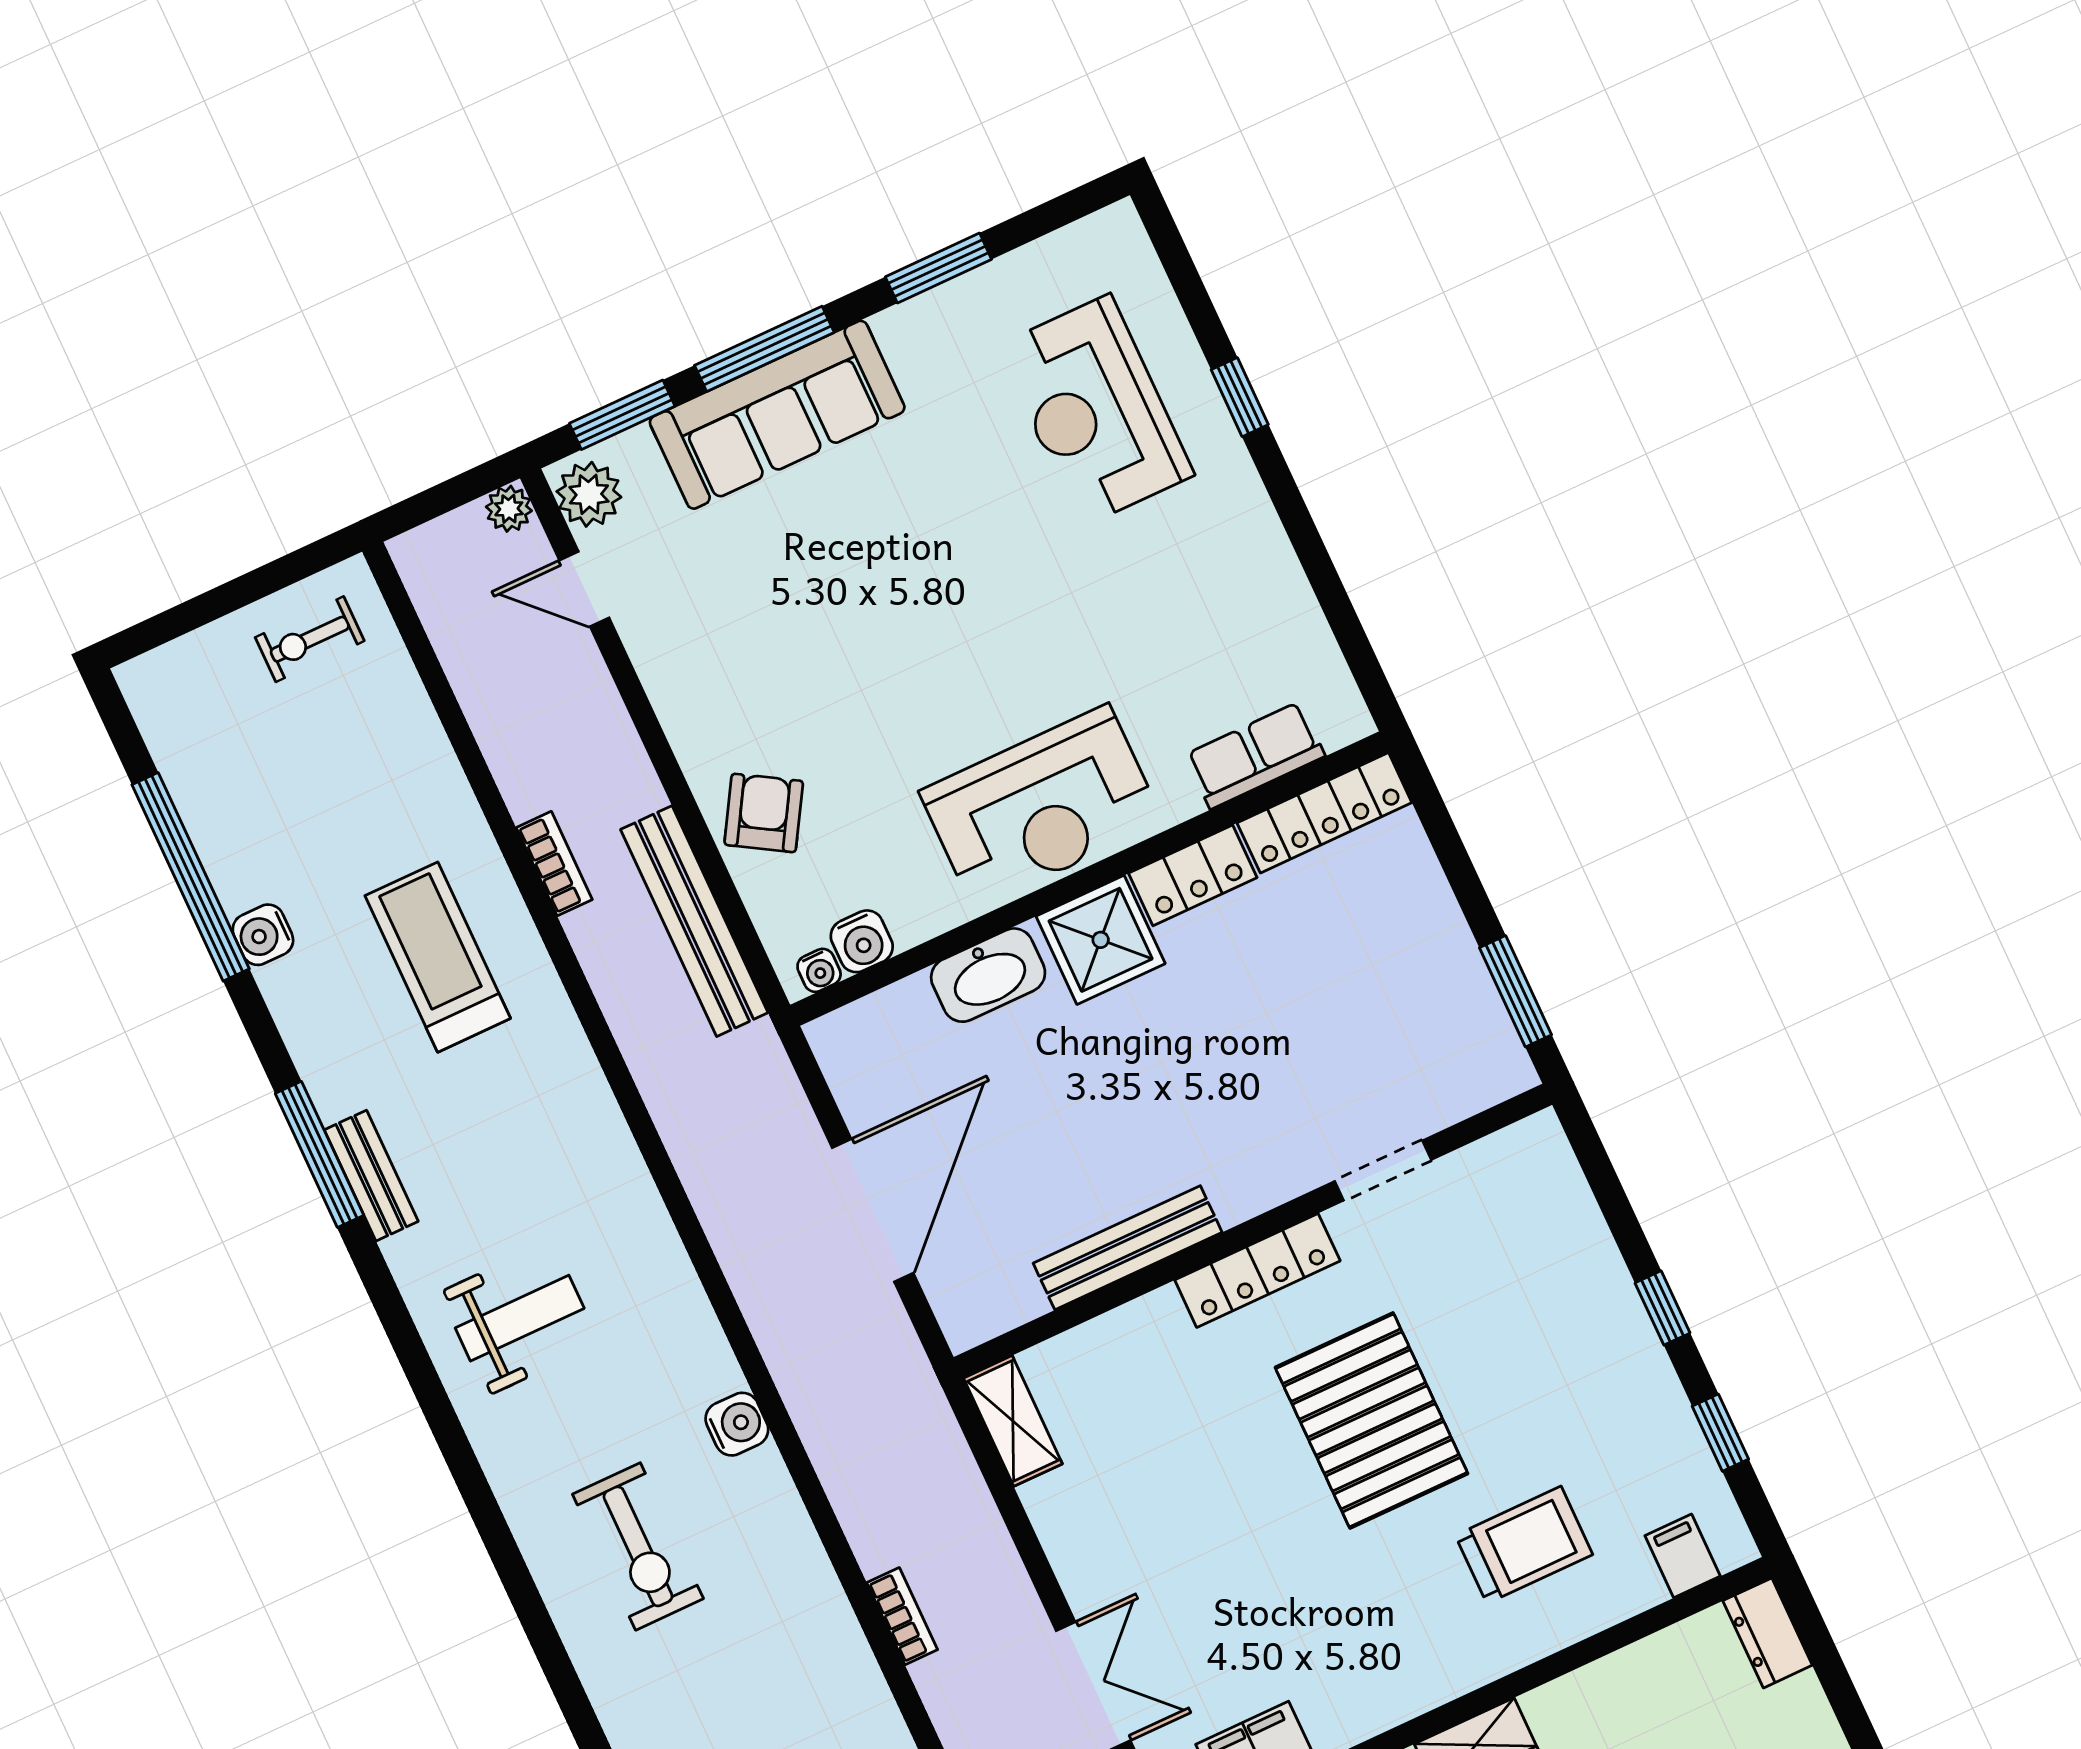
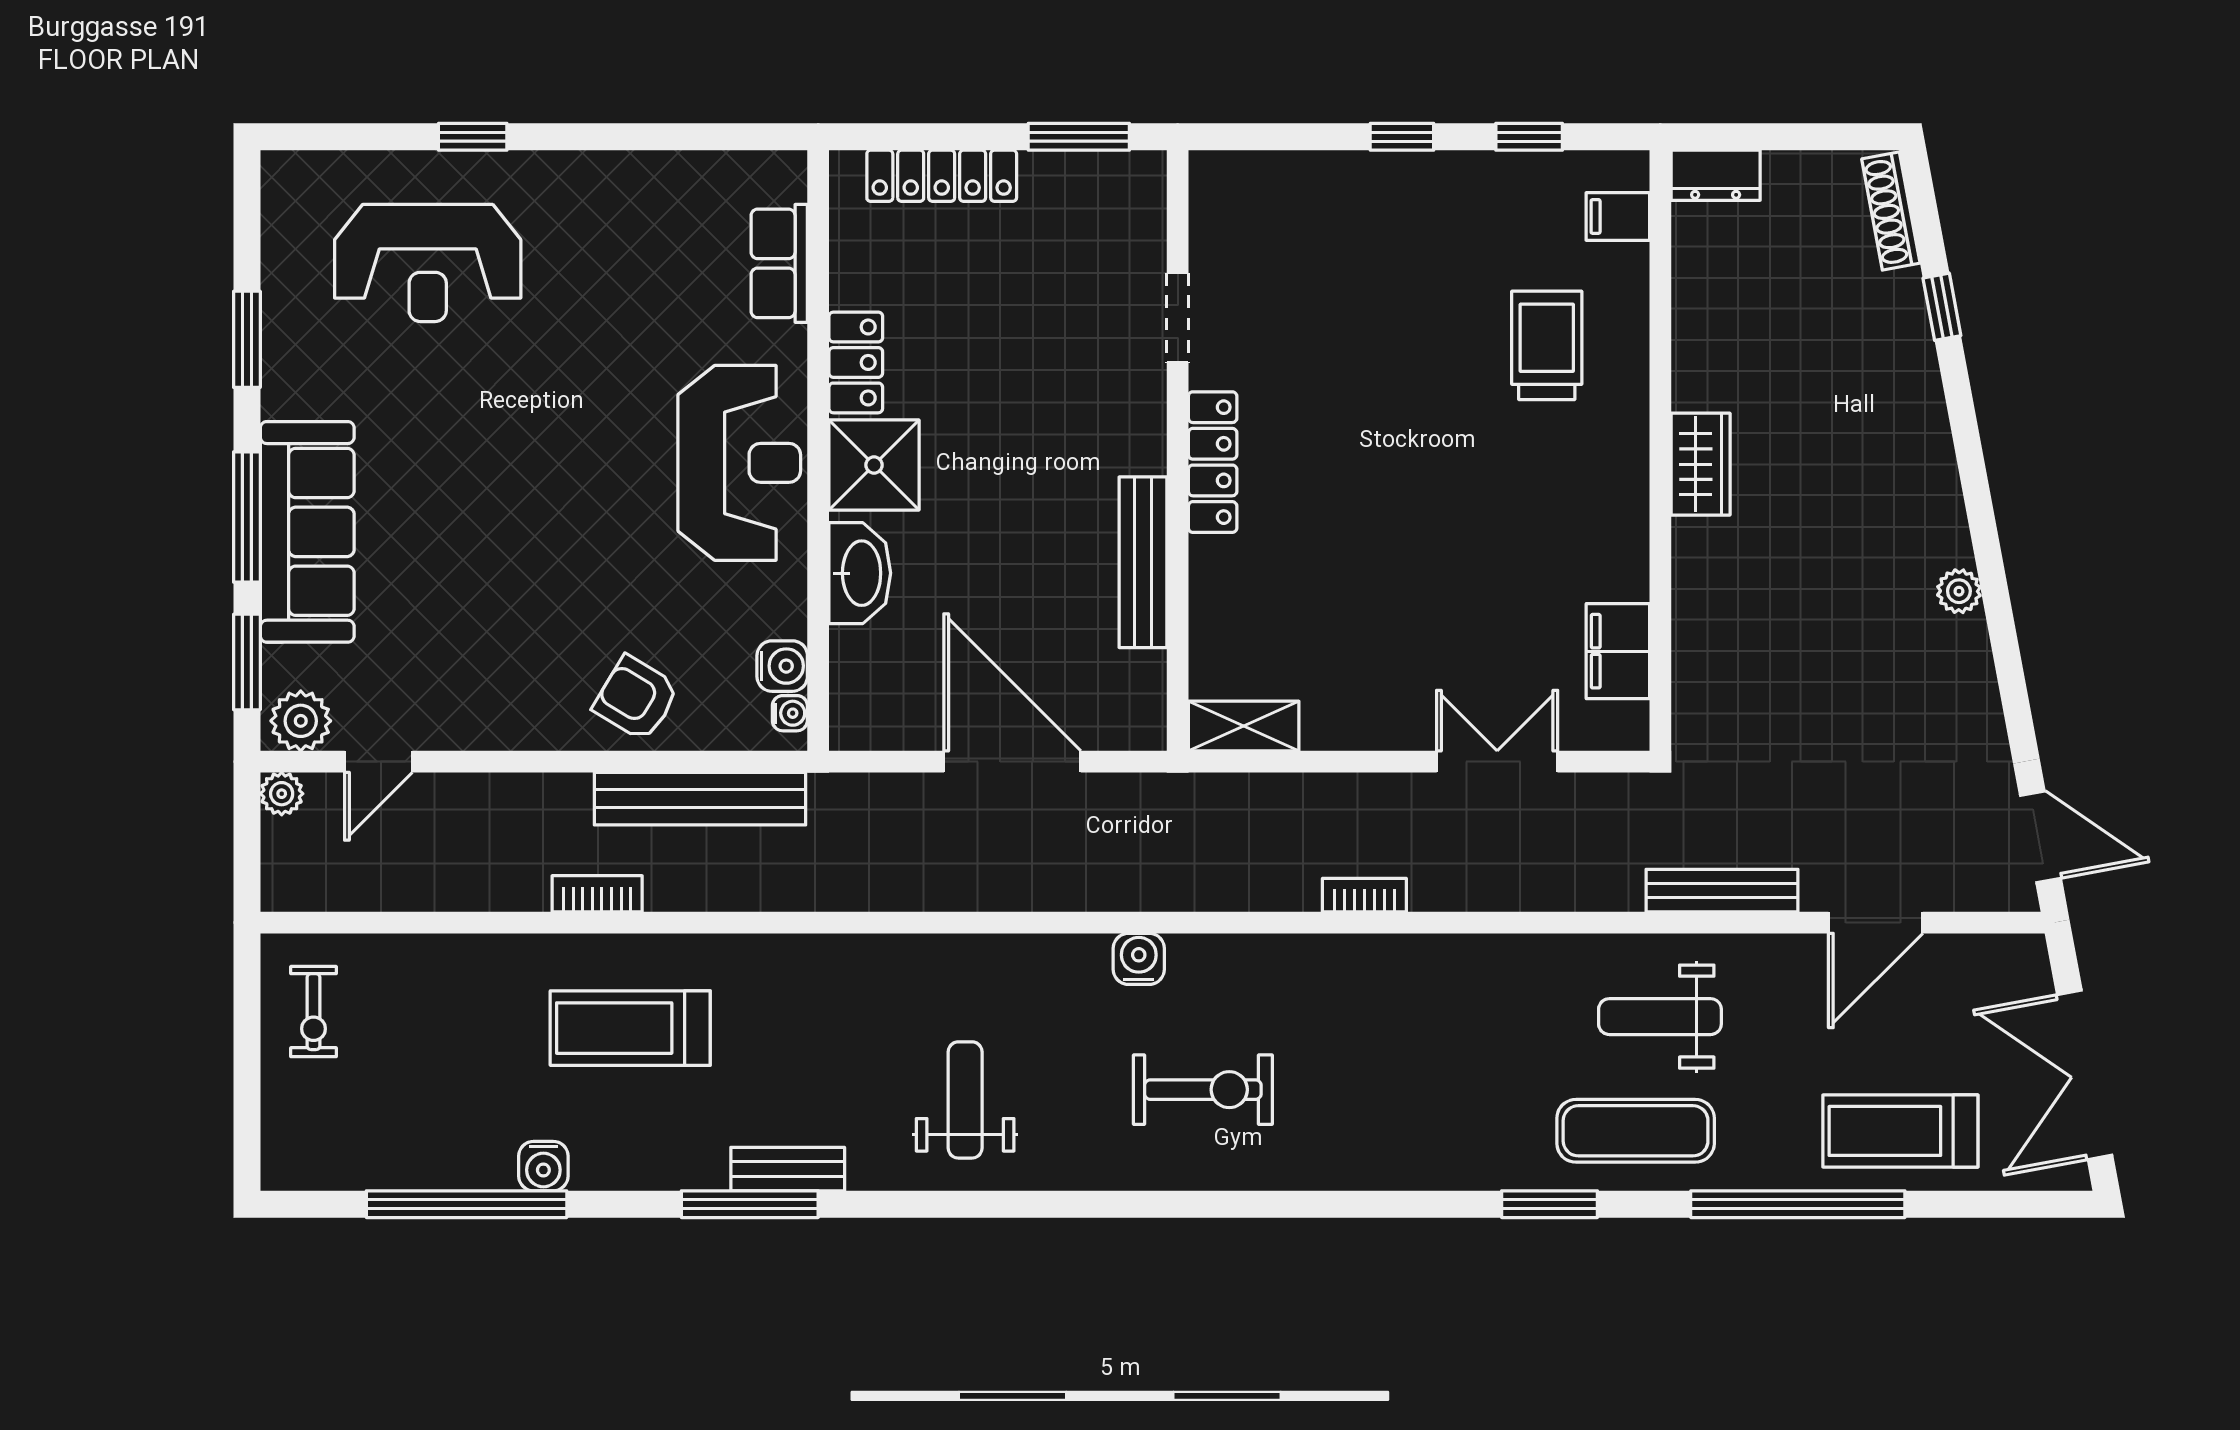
locker: (1324, 813) -> (942, 176), moved, turned 90
pallet: (1371, 1420) -> (1383, 425), removed

